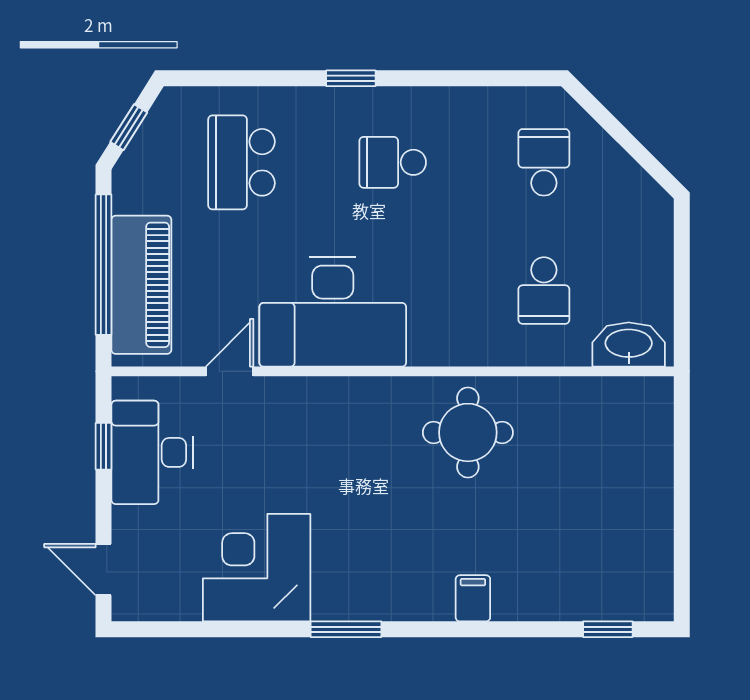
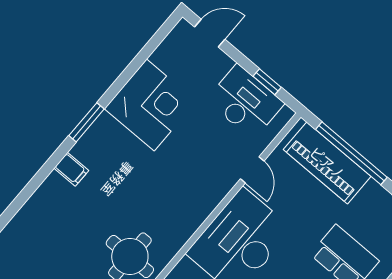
filing cabinet: (473, 598) -> (71, 169), moved

